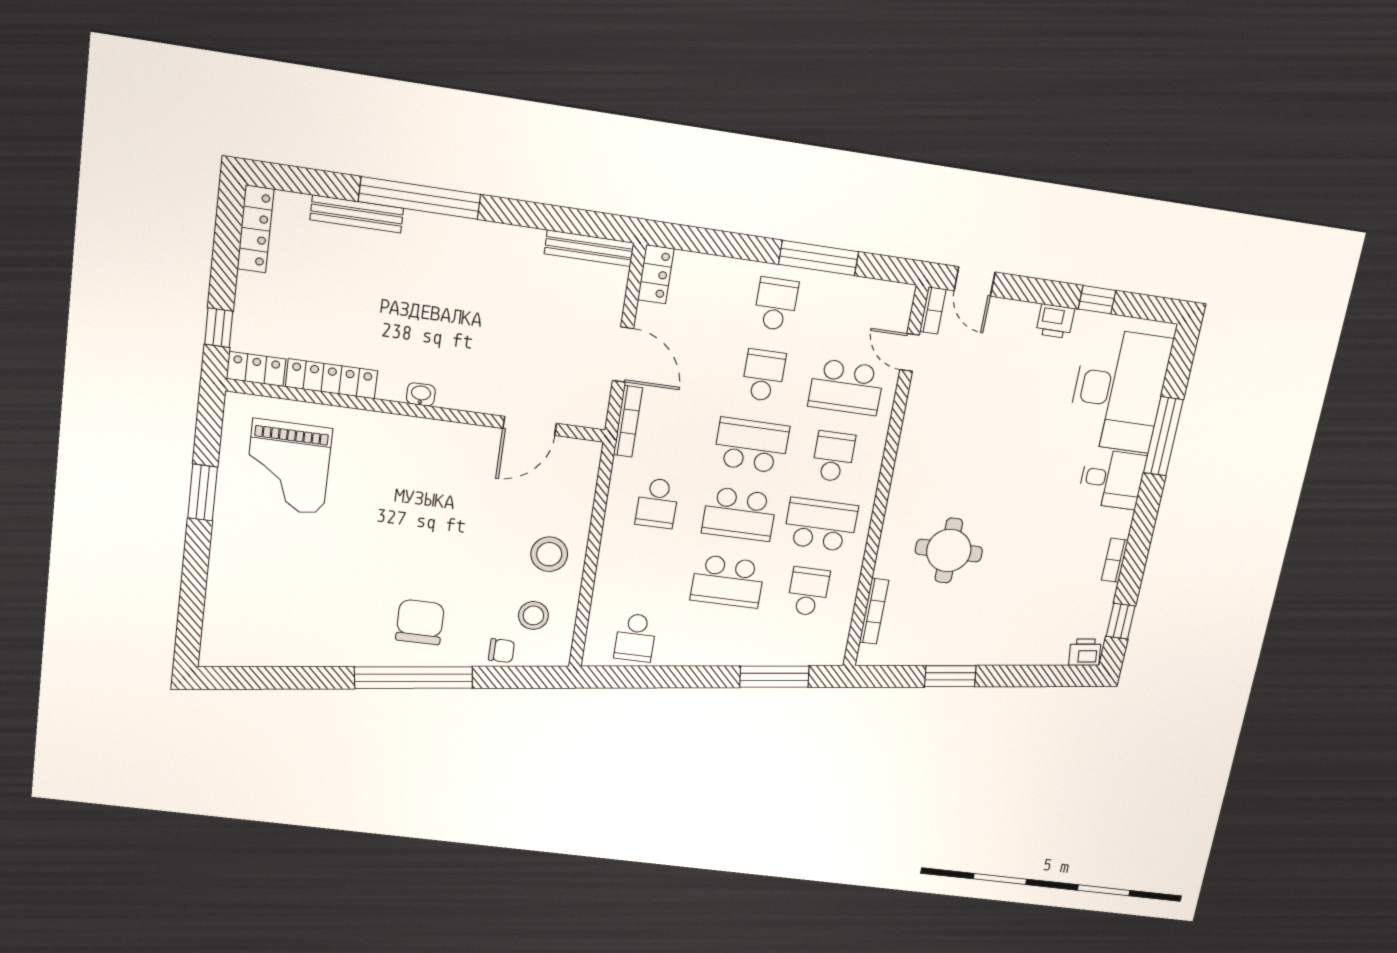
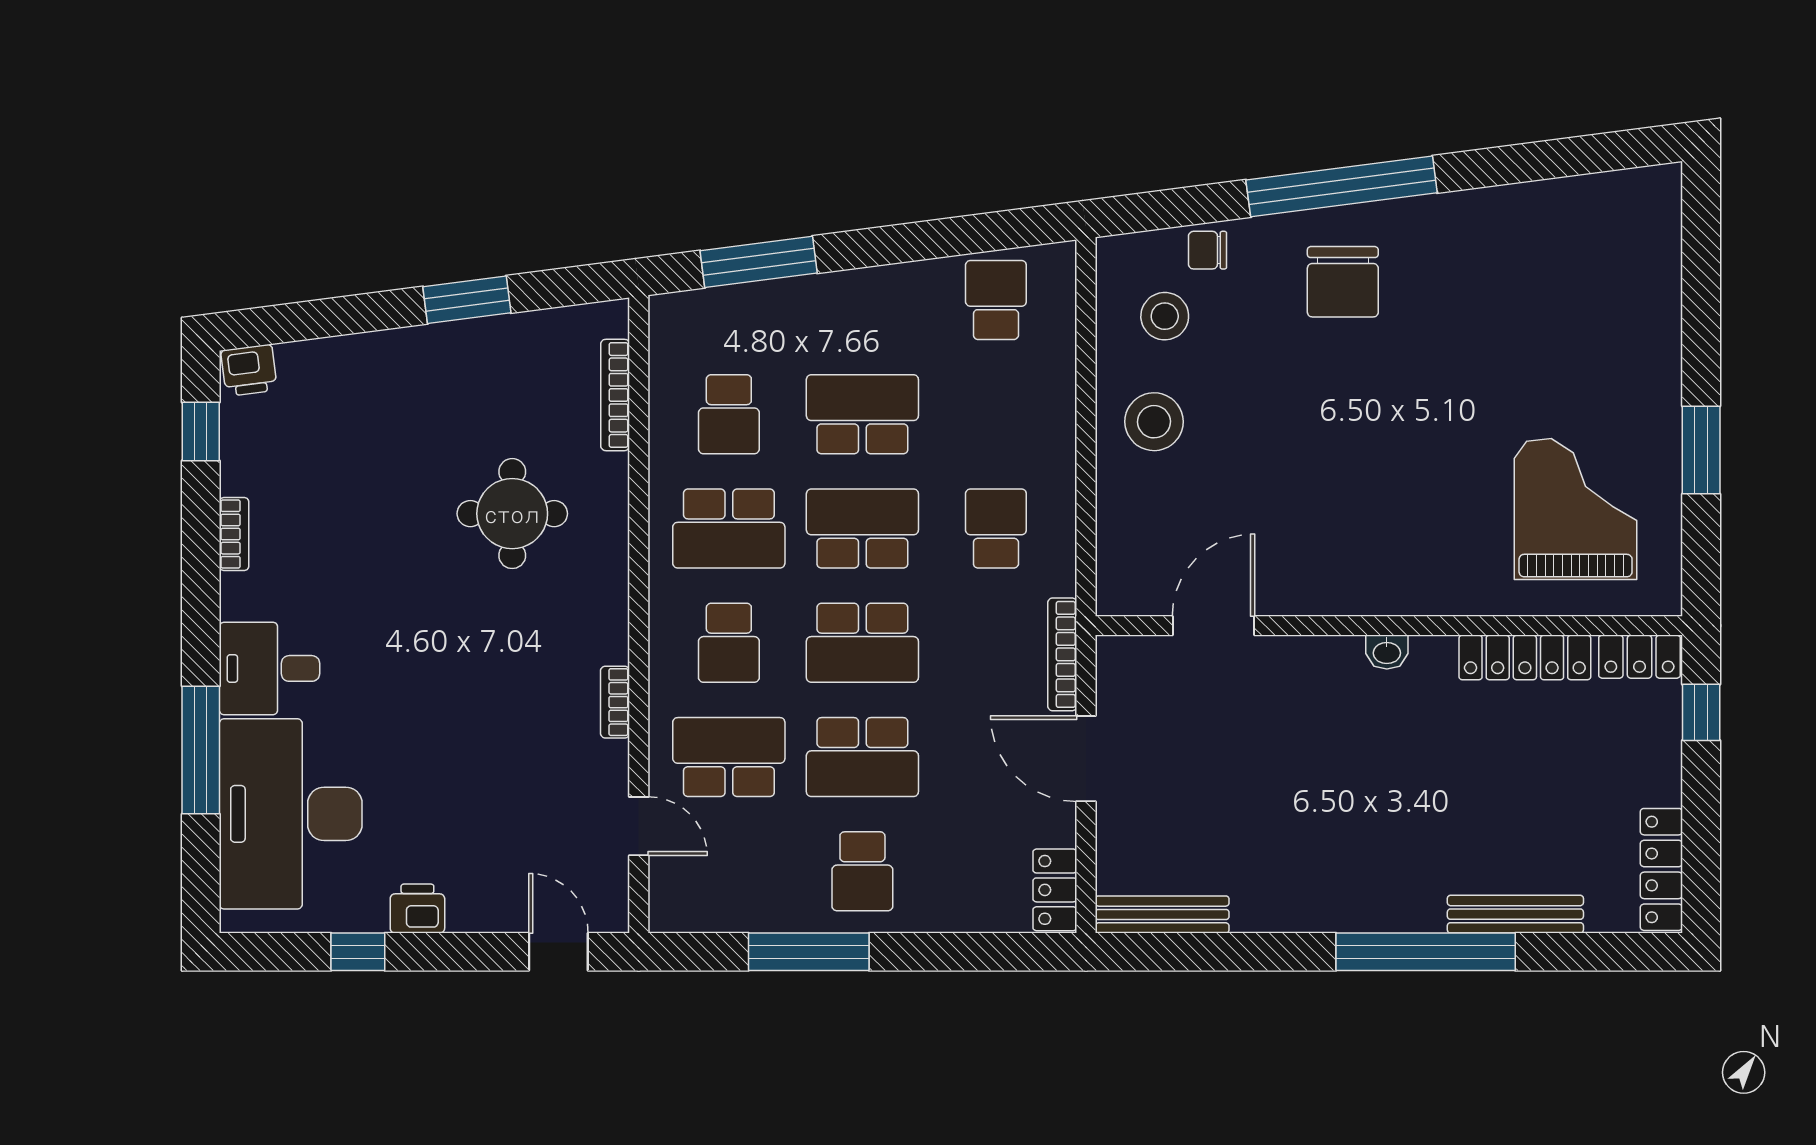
bookcase: (933, 310) -> (615, 702), moved
school desk: (763, 375) -> (862, 757), width x1.85

